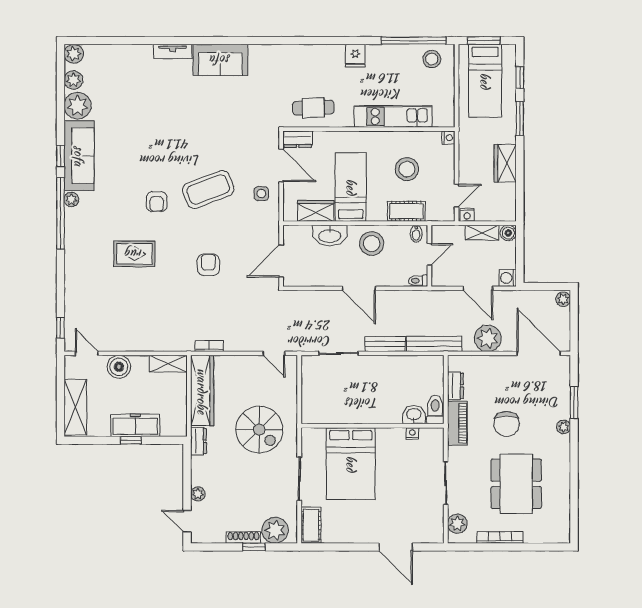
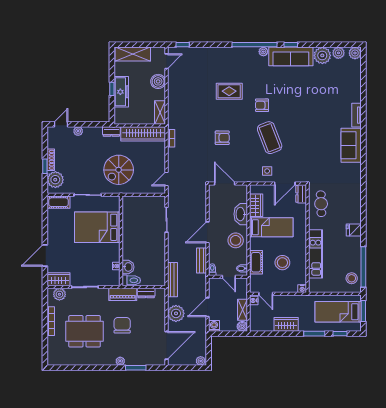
rug: (134, 254) -> (229, 91), turned 90
bench: (385, 344) -> (202, 261), moved
chair: (507, 424) -> (122, 325), turned 90
wardrobe: (433, 525) -> (58, 279), added

